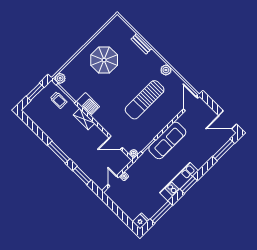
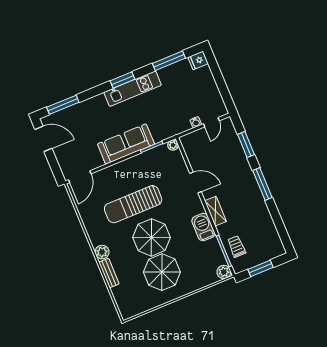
plant: (166, 70) -> (102, 252), moved
parasol: (122, 82) -> (152, 237), added
sun lounger: (145, 100) -> (133, 204), turned 180
door: (116, 143) -> (196, 183), moved

